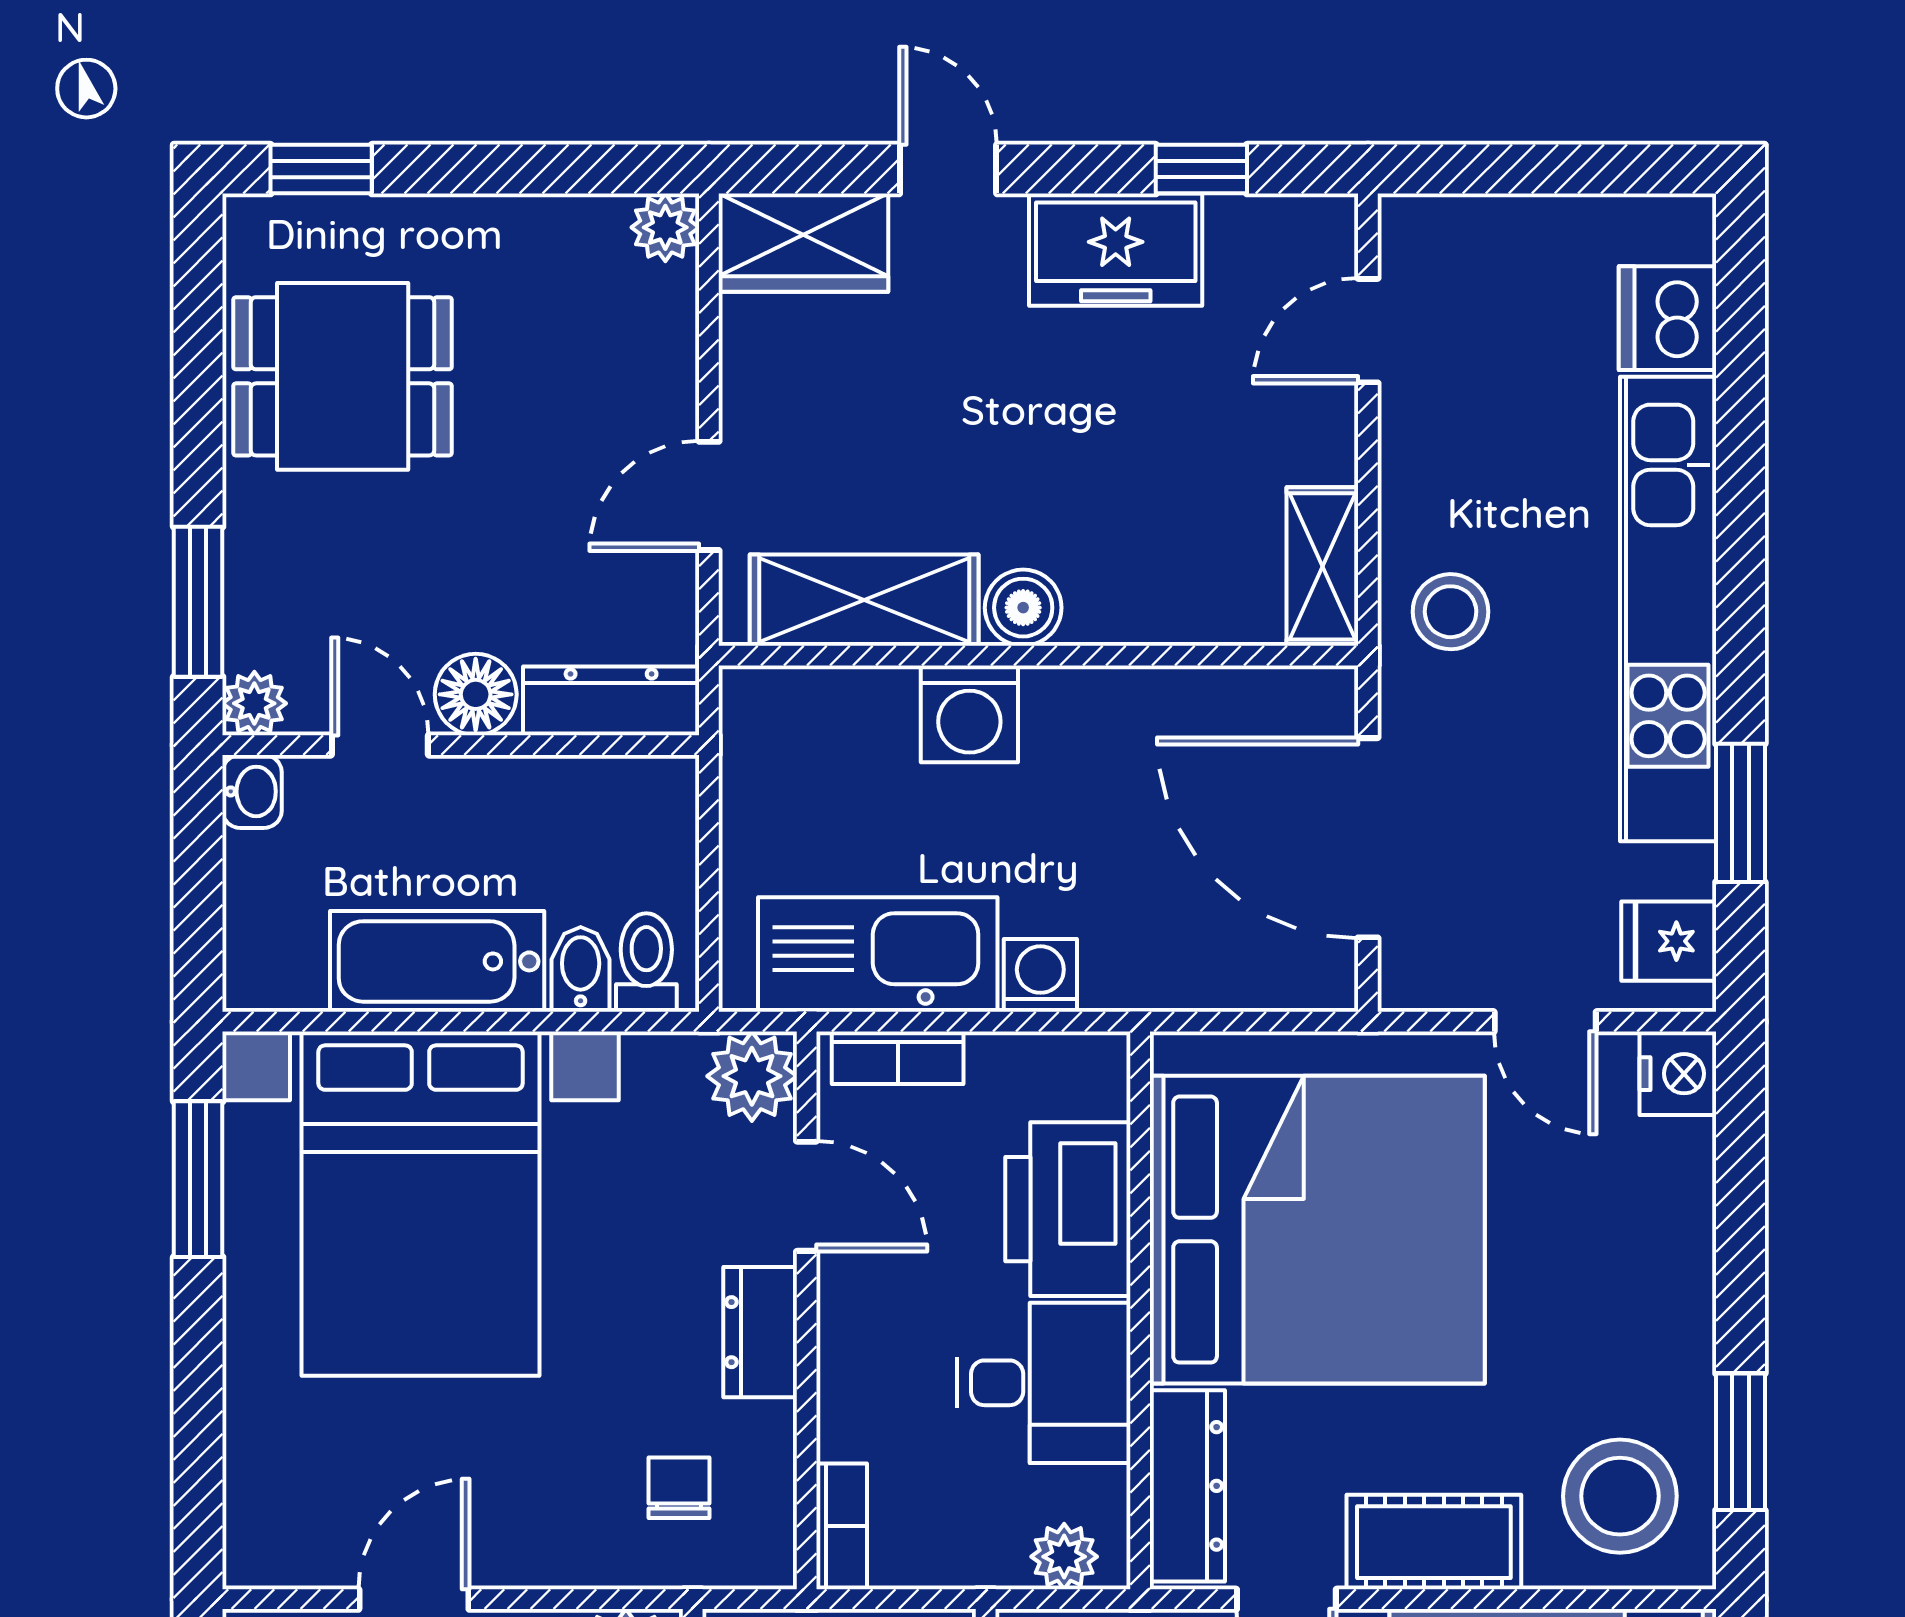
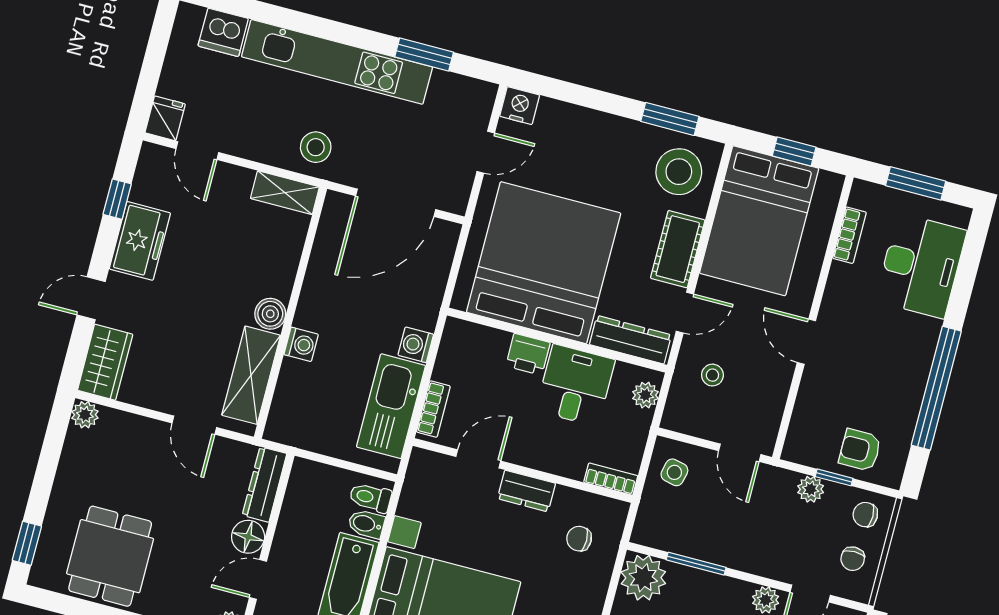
washing machine: (969, 714) -> (301, 344), width x0.73, depth x0.73
fridge: (1669, 941) -> (165, 118), moved, turned 180
plant: (752, 1076) -> (426, 468), removed
printer: (1068, 1209) -> (528, 354), width x0.53, depth x0.68

